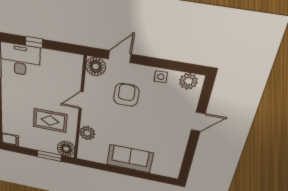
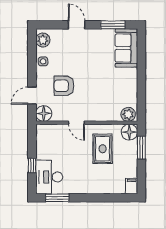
door: (120, 57) -> (32, 96), hinge flipped
plant: (87, 133) -> (128, 114), moved
window: (188, 157) -> (113, 25), added
sofa: (130, 159) -> (126, 48), moved

